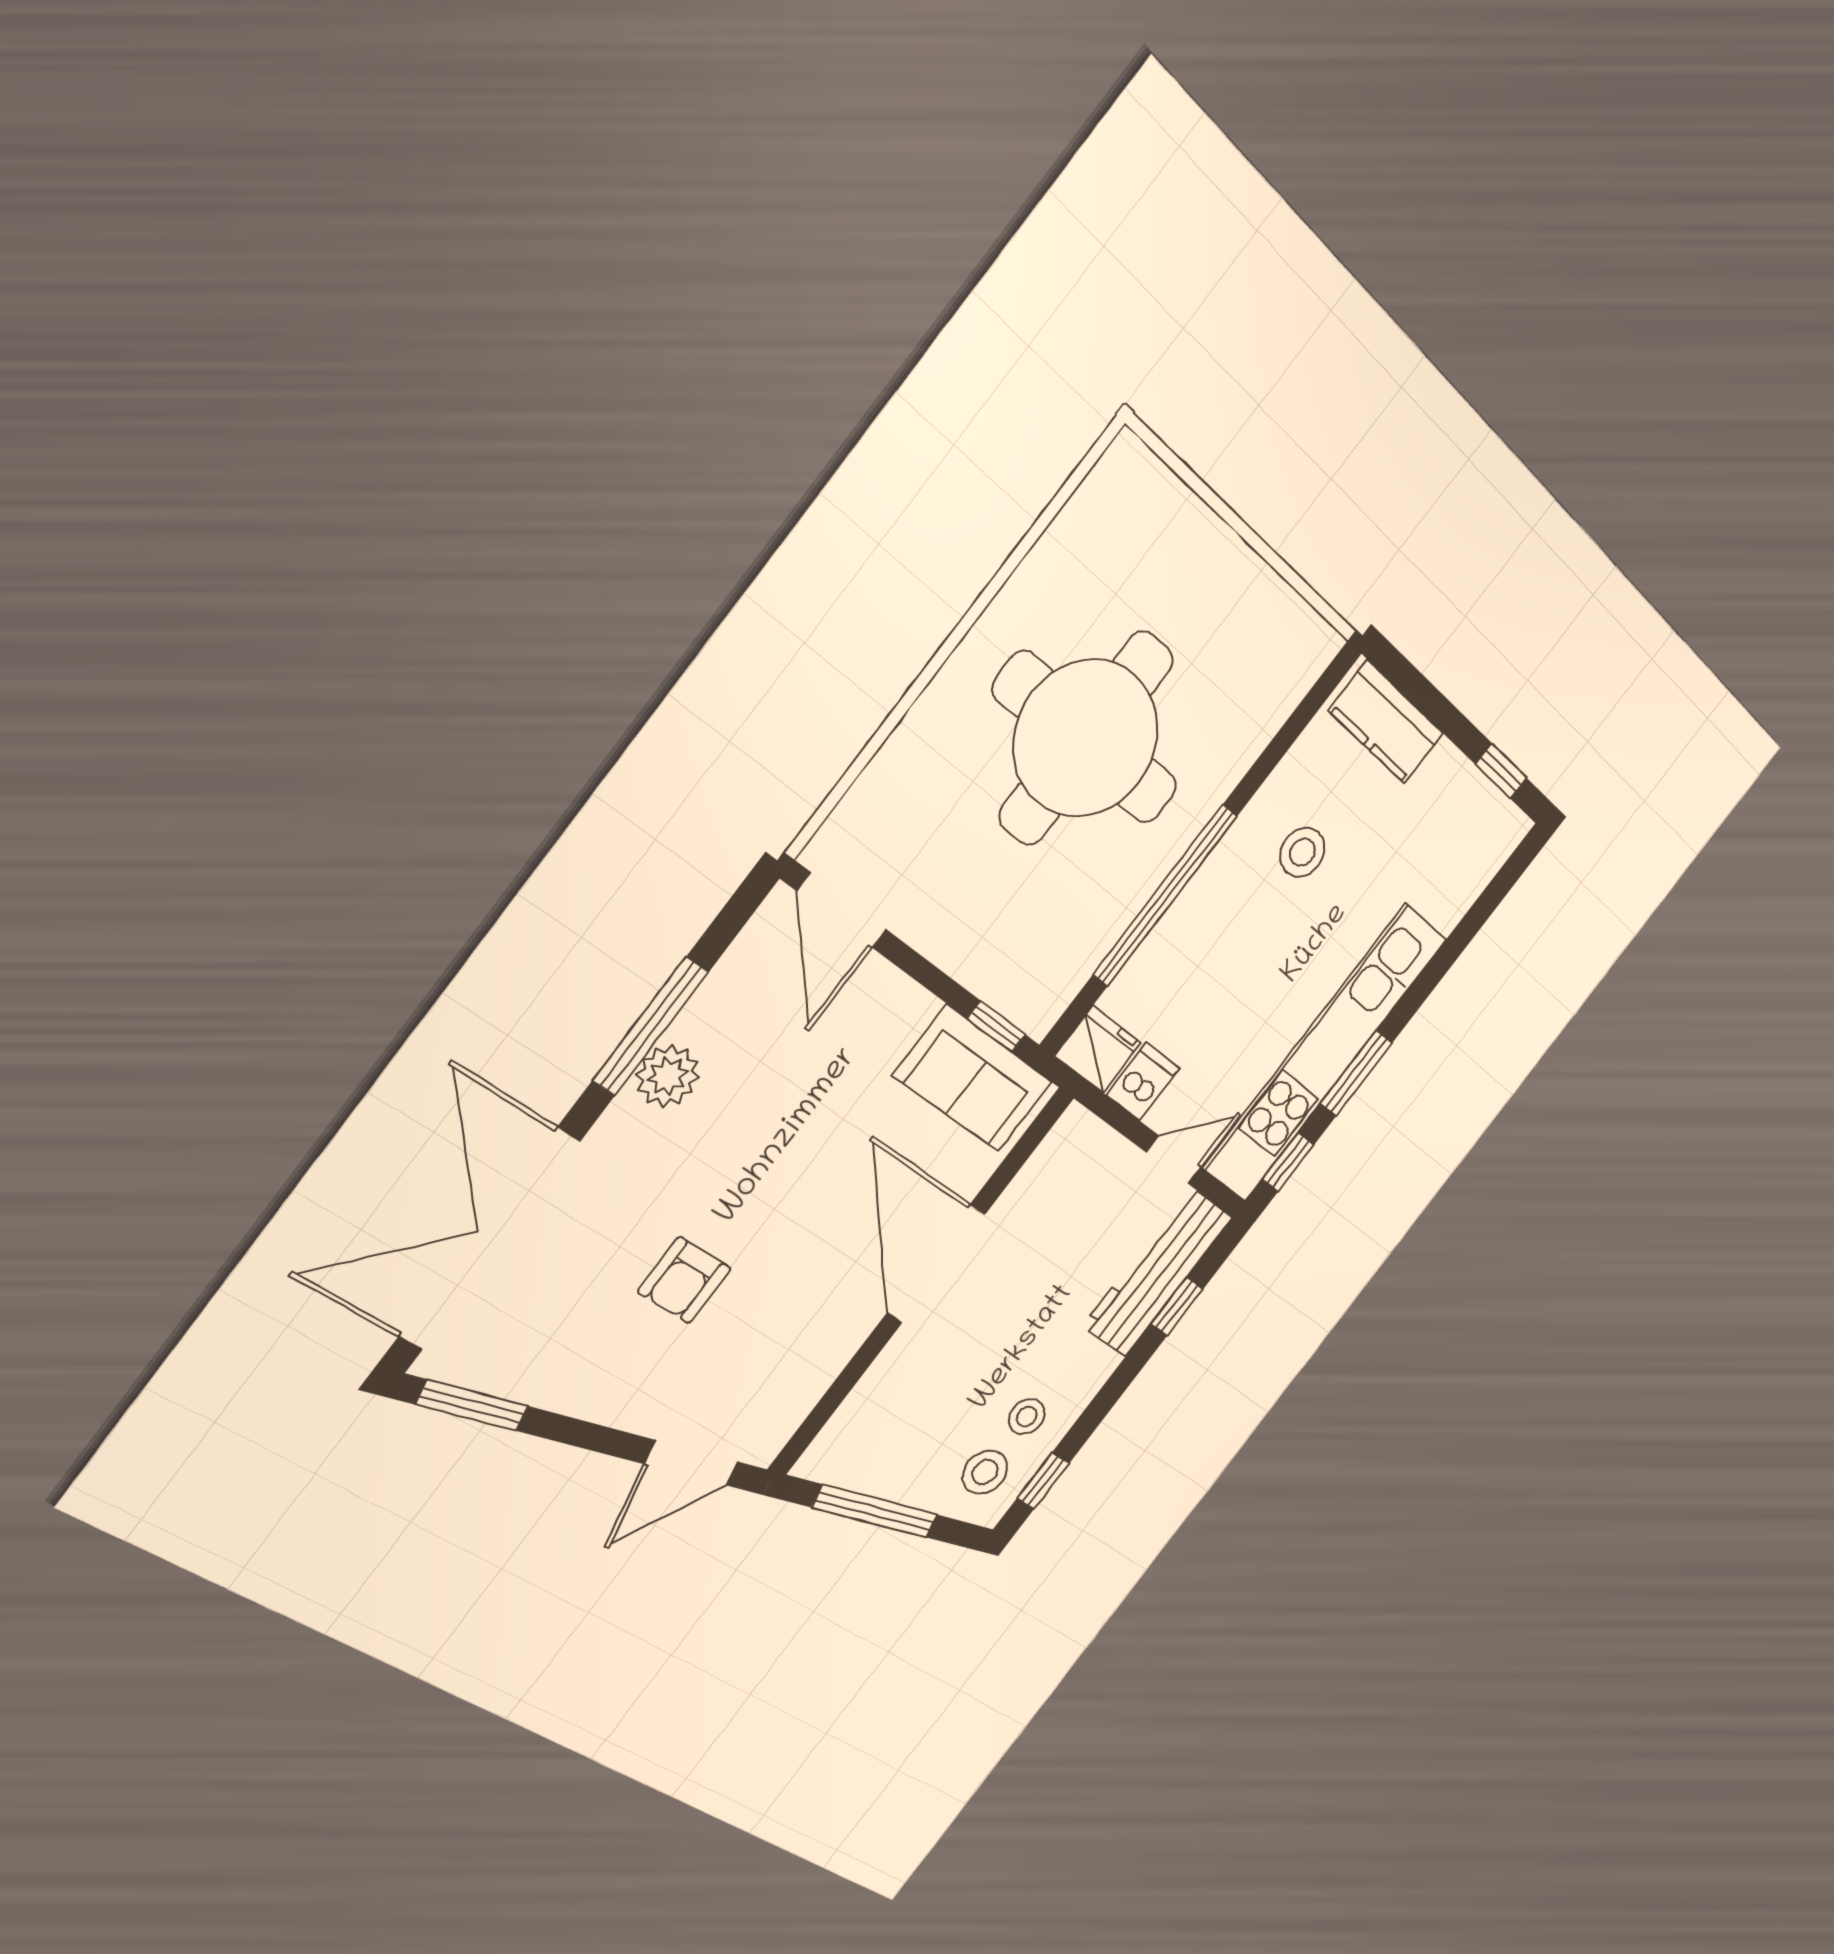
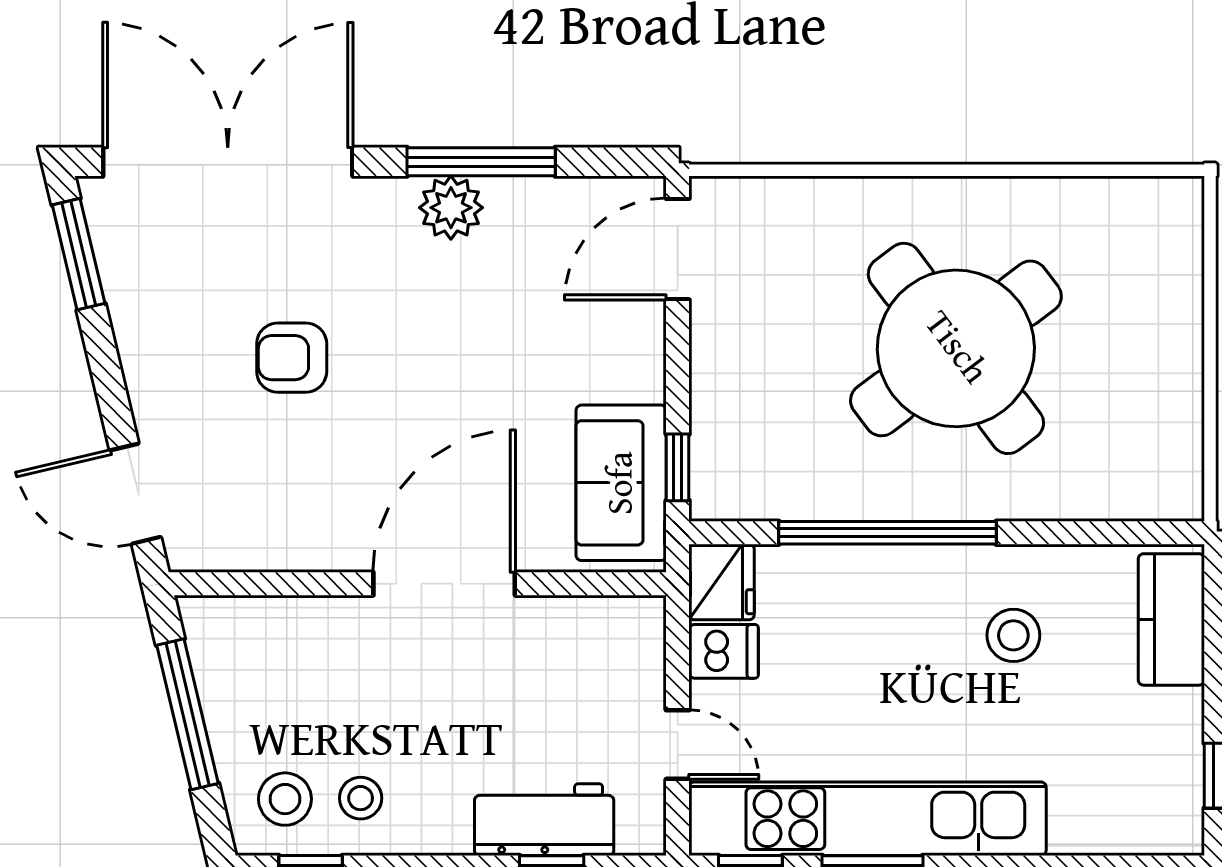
round table: (1086, 738) -> (956, 348), turned -37
workbench: (1158, 1272) -> (544, 820), width x0.73

